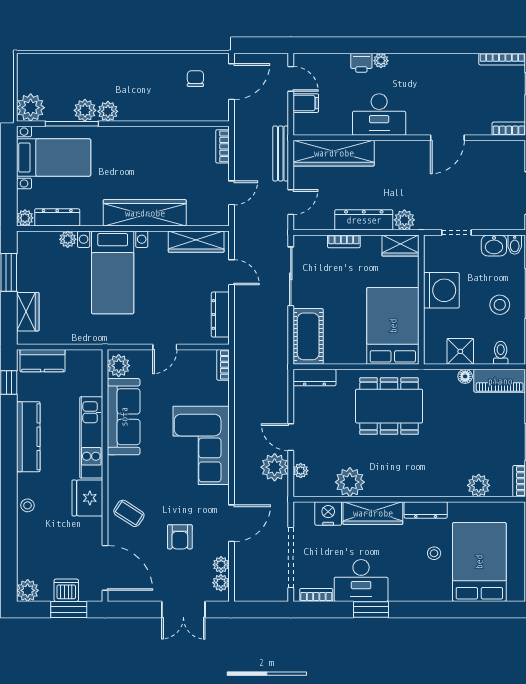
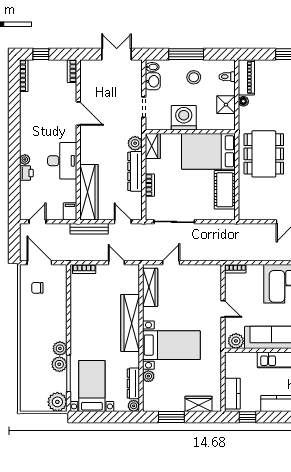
filing cabinet: (306, 103) -> (70, 211), moved
dresser: (220, 314) -> (200, 271), removed
cot: (308, 336) -> (225, 190), moved, turned 90
dresser: (314, 378) -> (244, 205), removed

